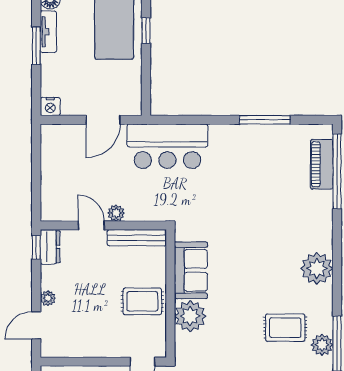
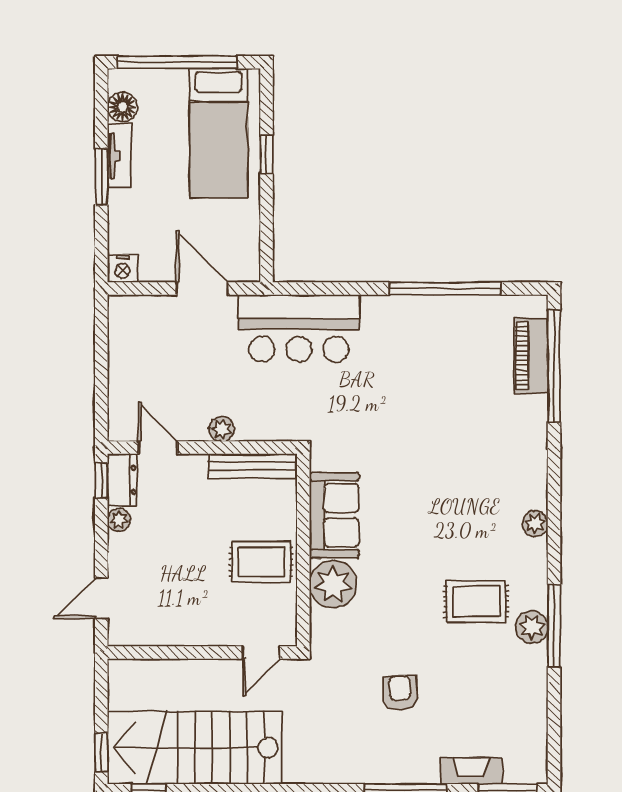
door: (103, 120) -> (202, 289), swing flipped
window: (265, 120) -> (445, 289), width x1.46
door: (91, 225) -> (158, 448), moved
plant: (317, 268) -> (535, 524), width x0.53, depth x0.53
plant: (48, 298) -> (119, 520), moved

